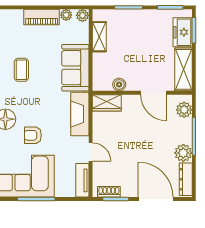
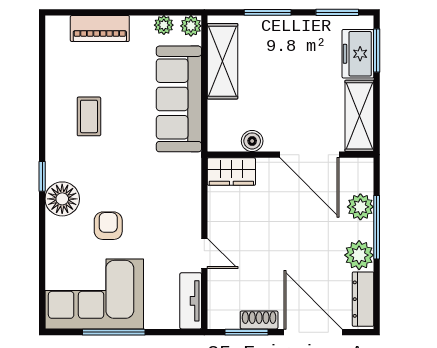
piano: (42, 17) -> (100, 29), moved
shelving: (99, 37) -> (223, 61), width x1.50, depth x1.33
sofa: (75, 68) -> (179, 99), width x1.36
door: (154, 93) -> (310, 155), width x1.36
plant: (184, 110) -> (360, 207), moved
fireplace: (80, 114) -> (186, 190), removed
armchair: (33, 135) -> (108, 226), turned 90
shoe rack: (109, 192) -> (259, 320), moved

